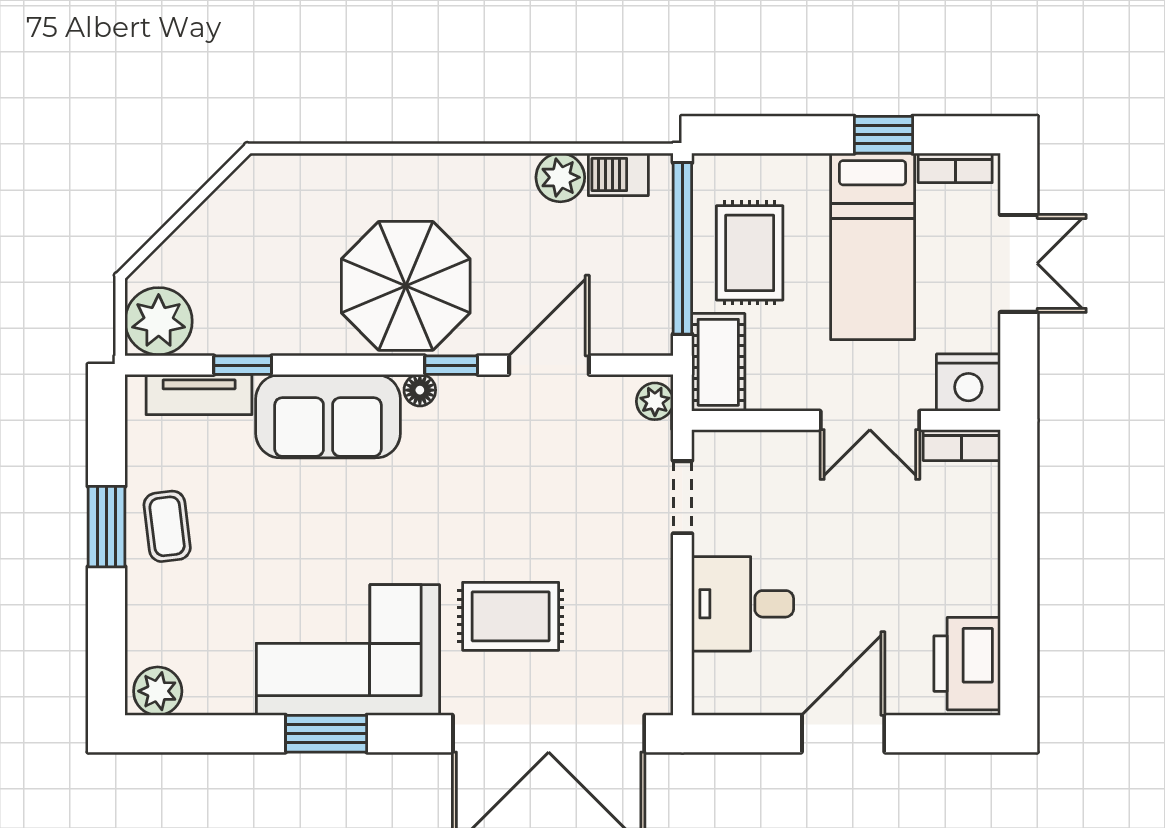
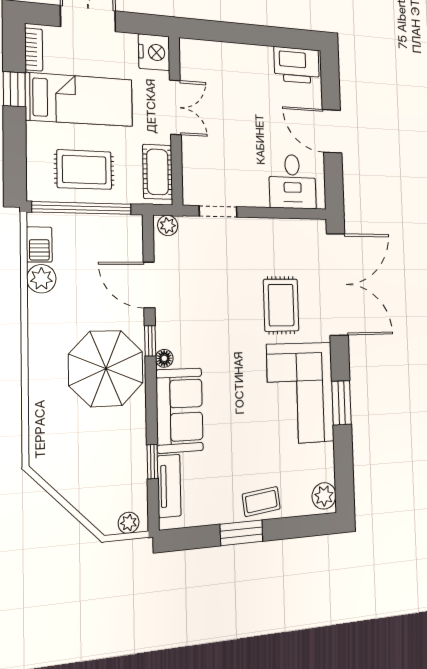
plant: (159, 321) -> (129, 523), width x0.53, depth x0.53
cot: (718, 362) -> (158, 172), moved, turned 90
bookcase: (962, 445) -> (187, 59), removed
coffee table: (167, 526) -> (261, 502), moved
desk: (743, 604) -> (292, 182), moved

